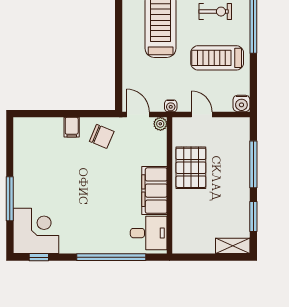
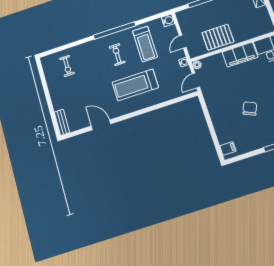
filing cabinet: (72, 127) -> (228, 148), moved
chair: (102, 136) -> (250, 108), moved

